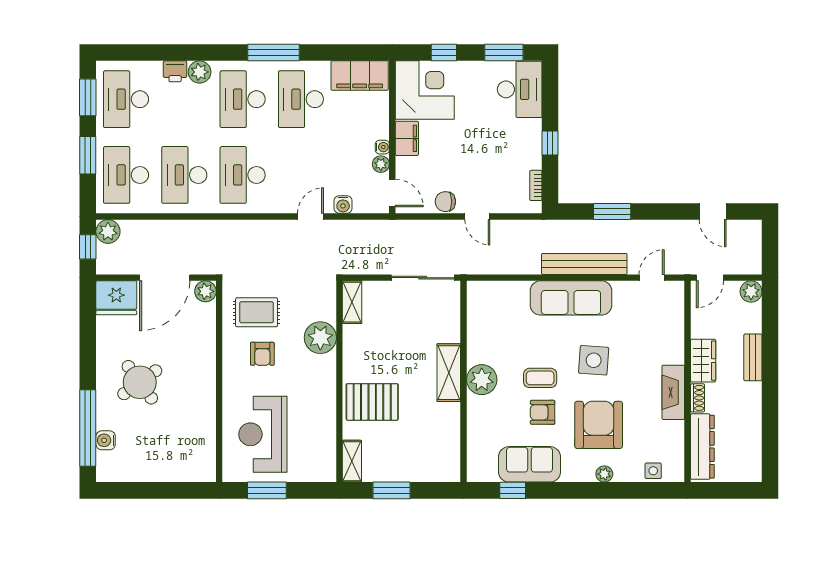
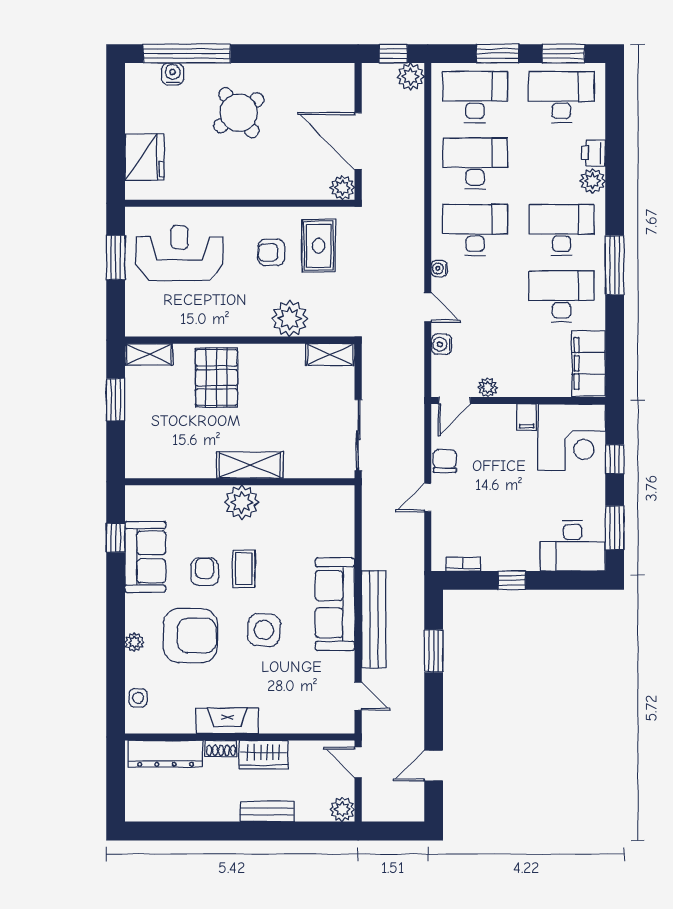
filing cabinet: (407, 138) -> (527, 417), width x0.50
water cooler: (382, 147) -> (439, 268), moved, turned 90
fridge: (116, 298) -> (144, 157), moved, turned 180

